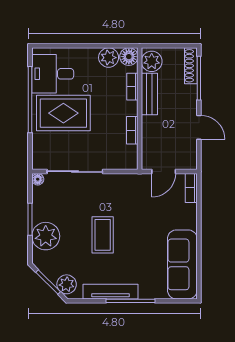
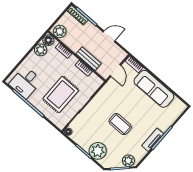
bench: (149, 94) -> (89, 59), moved
rug: (63, 113) -> (61, 94), moved
sofa: (182, 264) -> (154, 89), moved
tv unit: (111, 292) -> (153, 140), width x0.71

